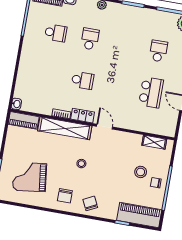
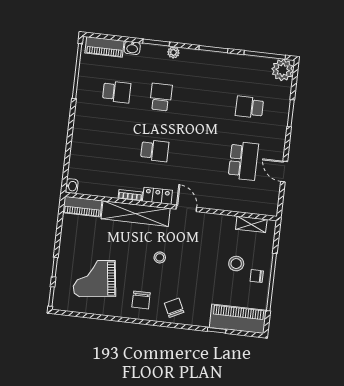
school desk: (158, 51) -> (249, 107), turned -90

